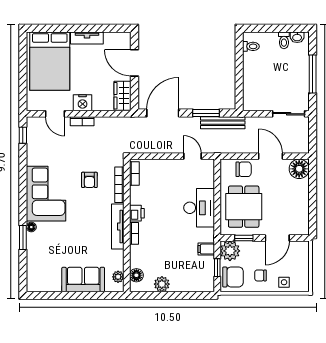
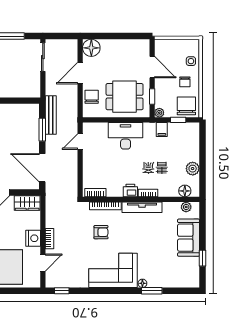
plant: (230, 251) -> (159, 113), width x0.53, depth x0.53
window: (60, 295) -> (202, 258), added

